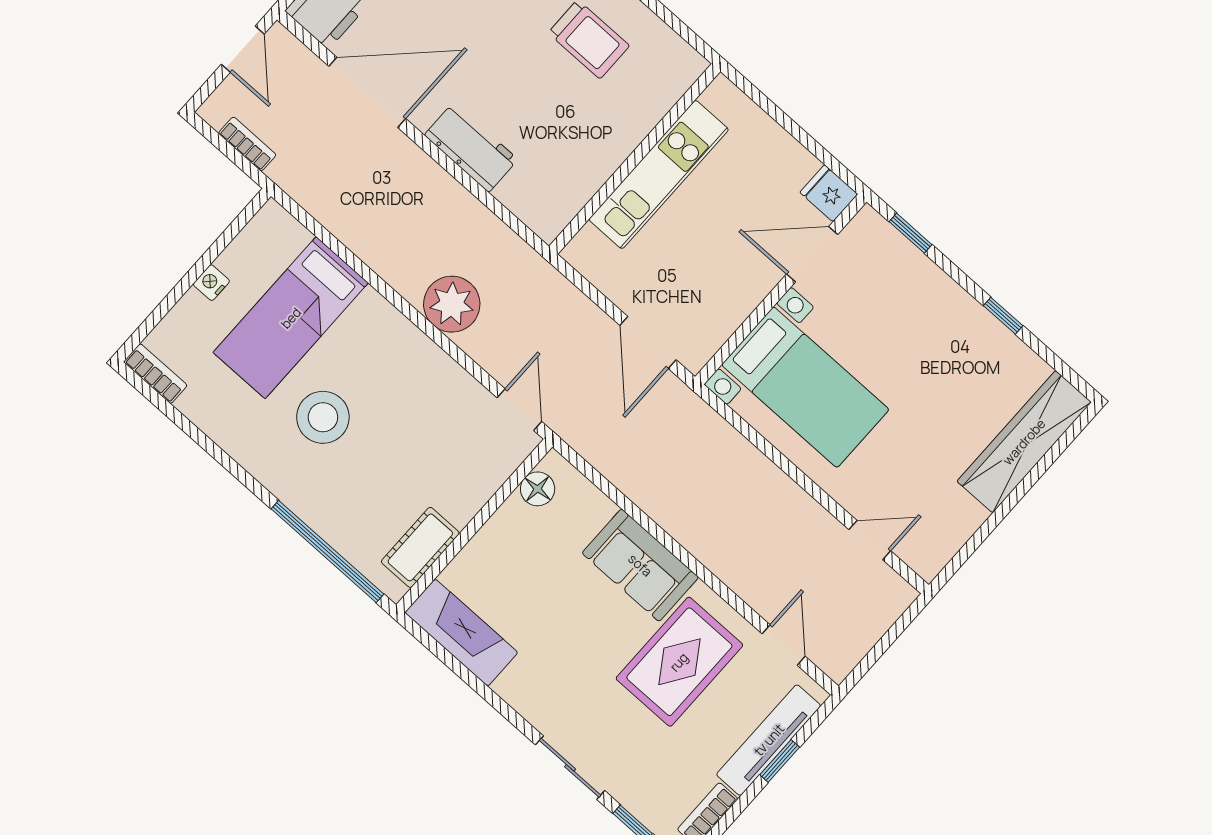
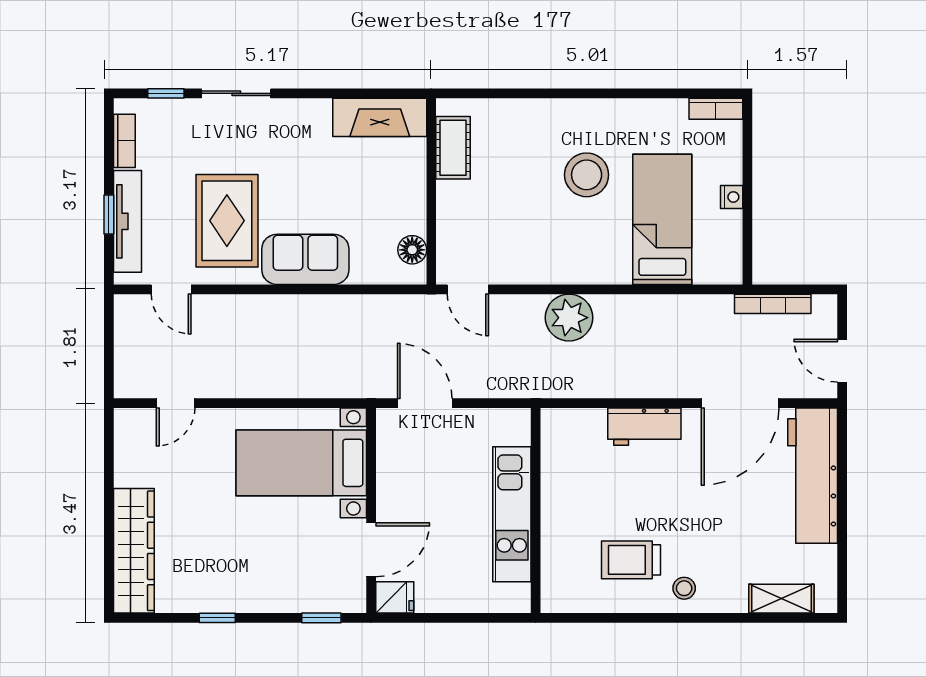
bookcase: (247, 144) -> (773, 304), width x1.56
window: (327, 552) -> (509, 93), removed

